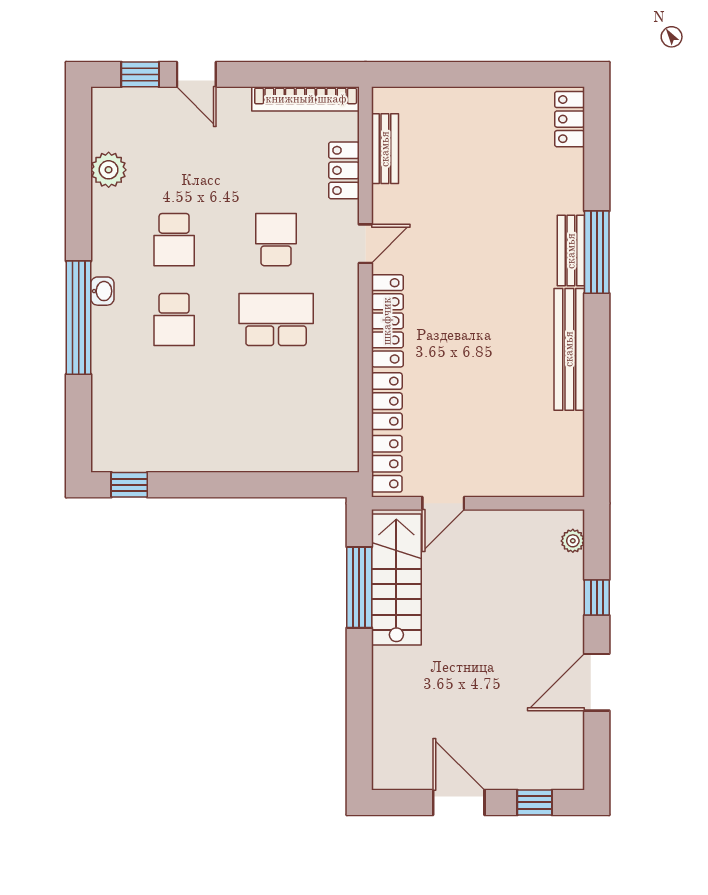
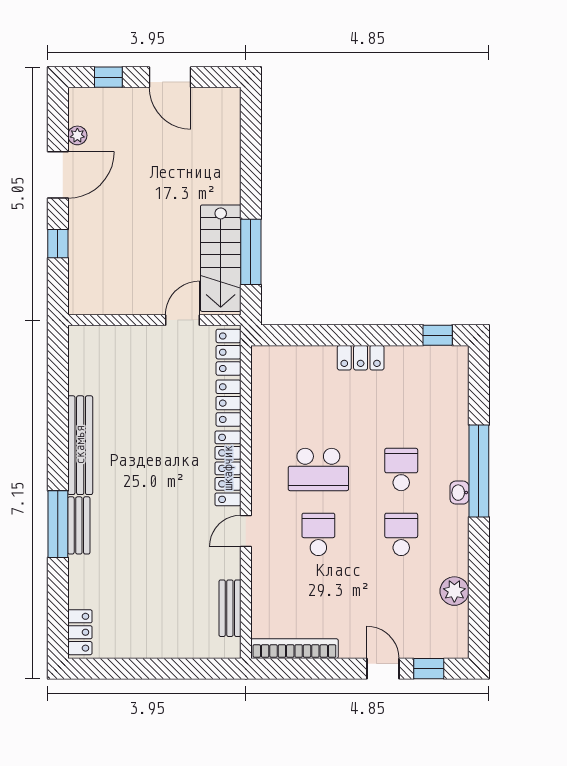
locker: (344, 170) -> (361, 358), moved, turned 90
school desk: (276, 240) -> (318, 534), turned 180
plant: (573, 541) -> (77, 135), moved

